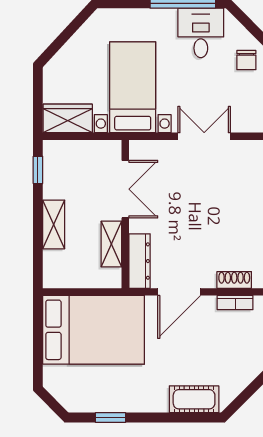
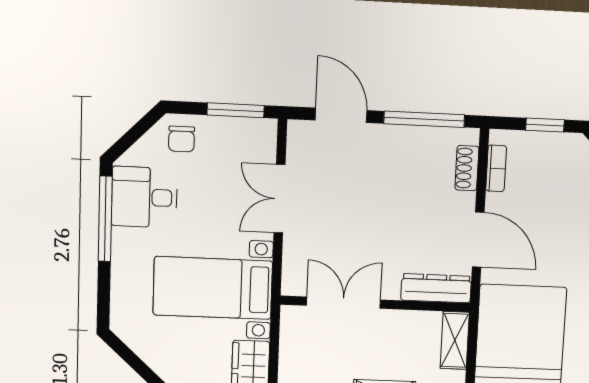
chair: (246, 60) -> (182, 139), turned 90
shelving: (111, 244) -> (455, 340), moved, turned 90

